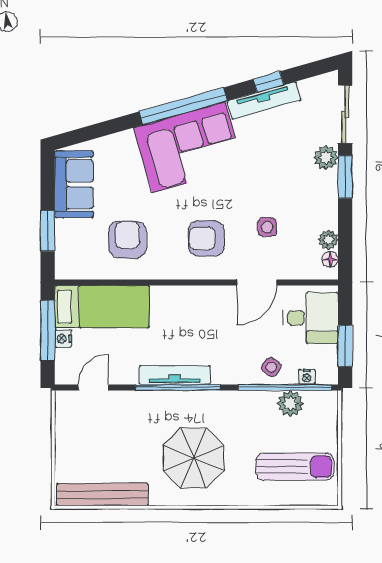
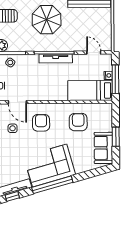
window: (48, 231) -> (116, 137), moved
armchair: (206, 238) -> (41, 123), turned -90
armchair: (127, 240) -> (78, 122), turned 180
door: (257, 283) -> (17, 102), swing flipped
door: (93, 387) -> (94, 53), swing flipped

